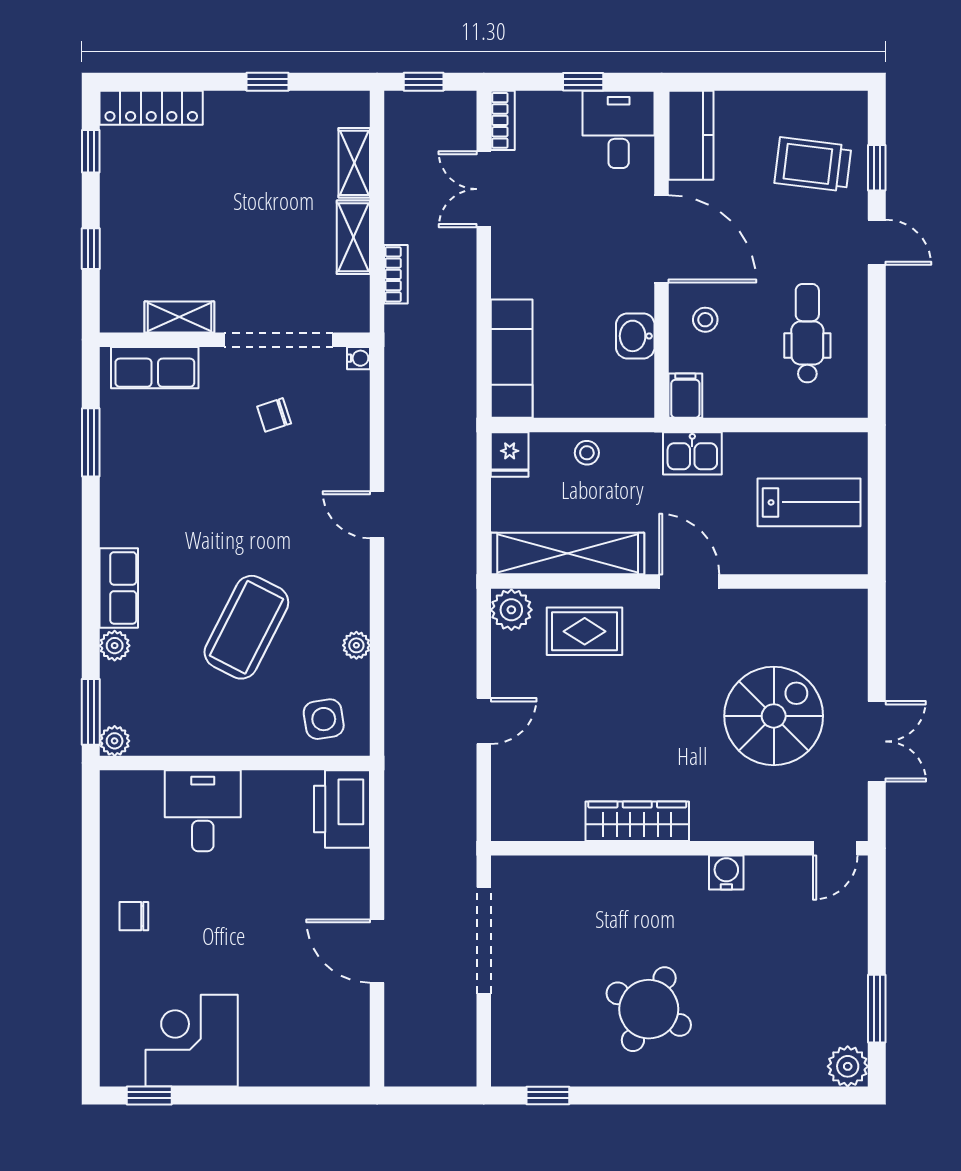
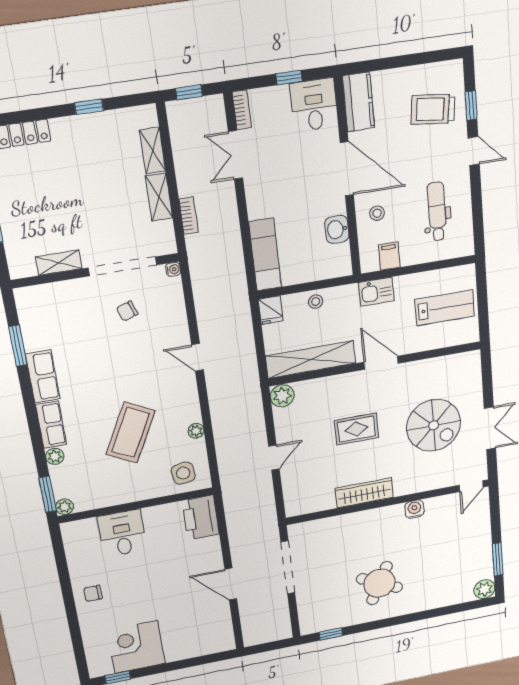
row of seats: (155, 368) -> (43, 376), moved, turned -90
filing cabinet: (685, 396) -> (389, 256), moved
rug: (585, 631) -> (356, 429), moved
spiral stairs: (774, 716) -> (434, 425), turned 90

